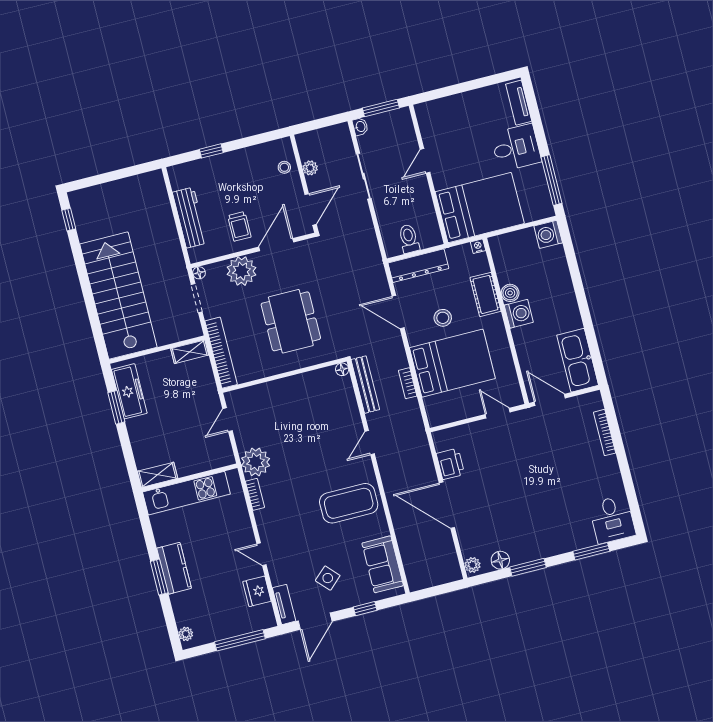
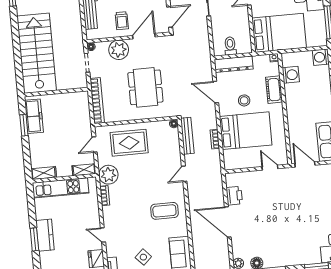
boiler: (510, 293) -> (290, 91), removed
washing machine: (519, 314) -> (291, 75), moved
shelving: (190, 352) -> (84, 170), moved
rug: (279, 409) -> (129, 143), added
coffee table: (349, 503) -> (164, 211), width x0.73, depth x0.76

